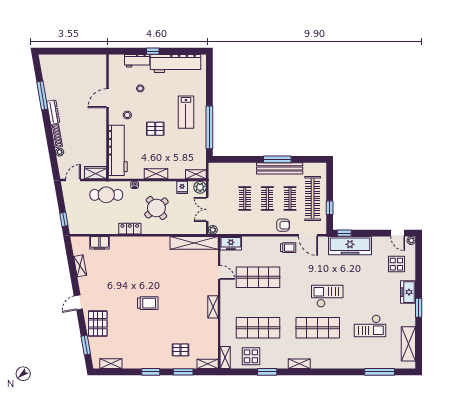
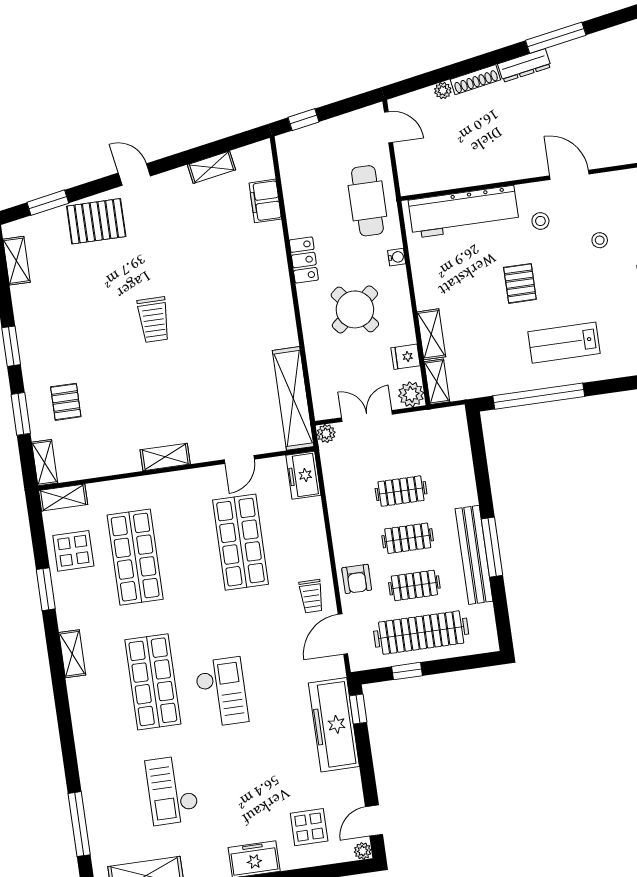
wardrobe: (96, 173) -> (411, 172), removed
shelving: (156, 174) -> (431, 334), moved

